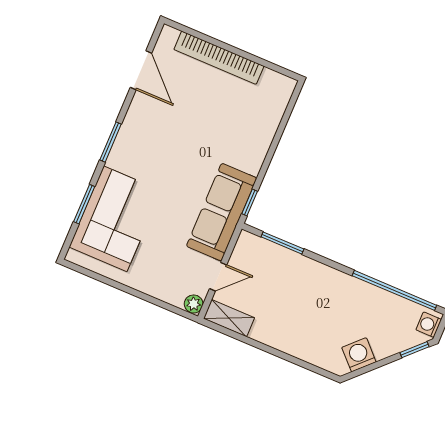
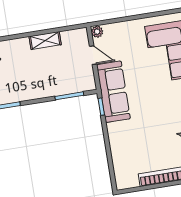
door: (218, 277) -> (93, 55), swing flipped
shelving: (229, 318) -> (45, 41), moved

